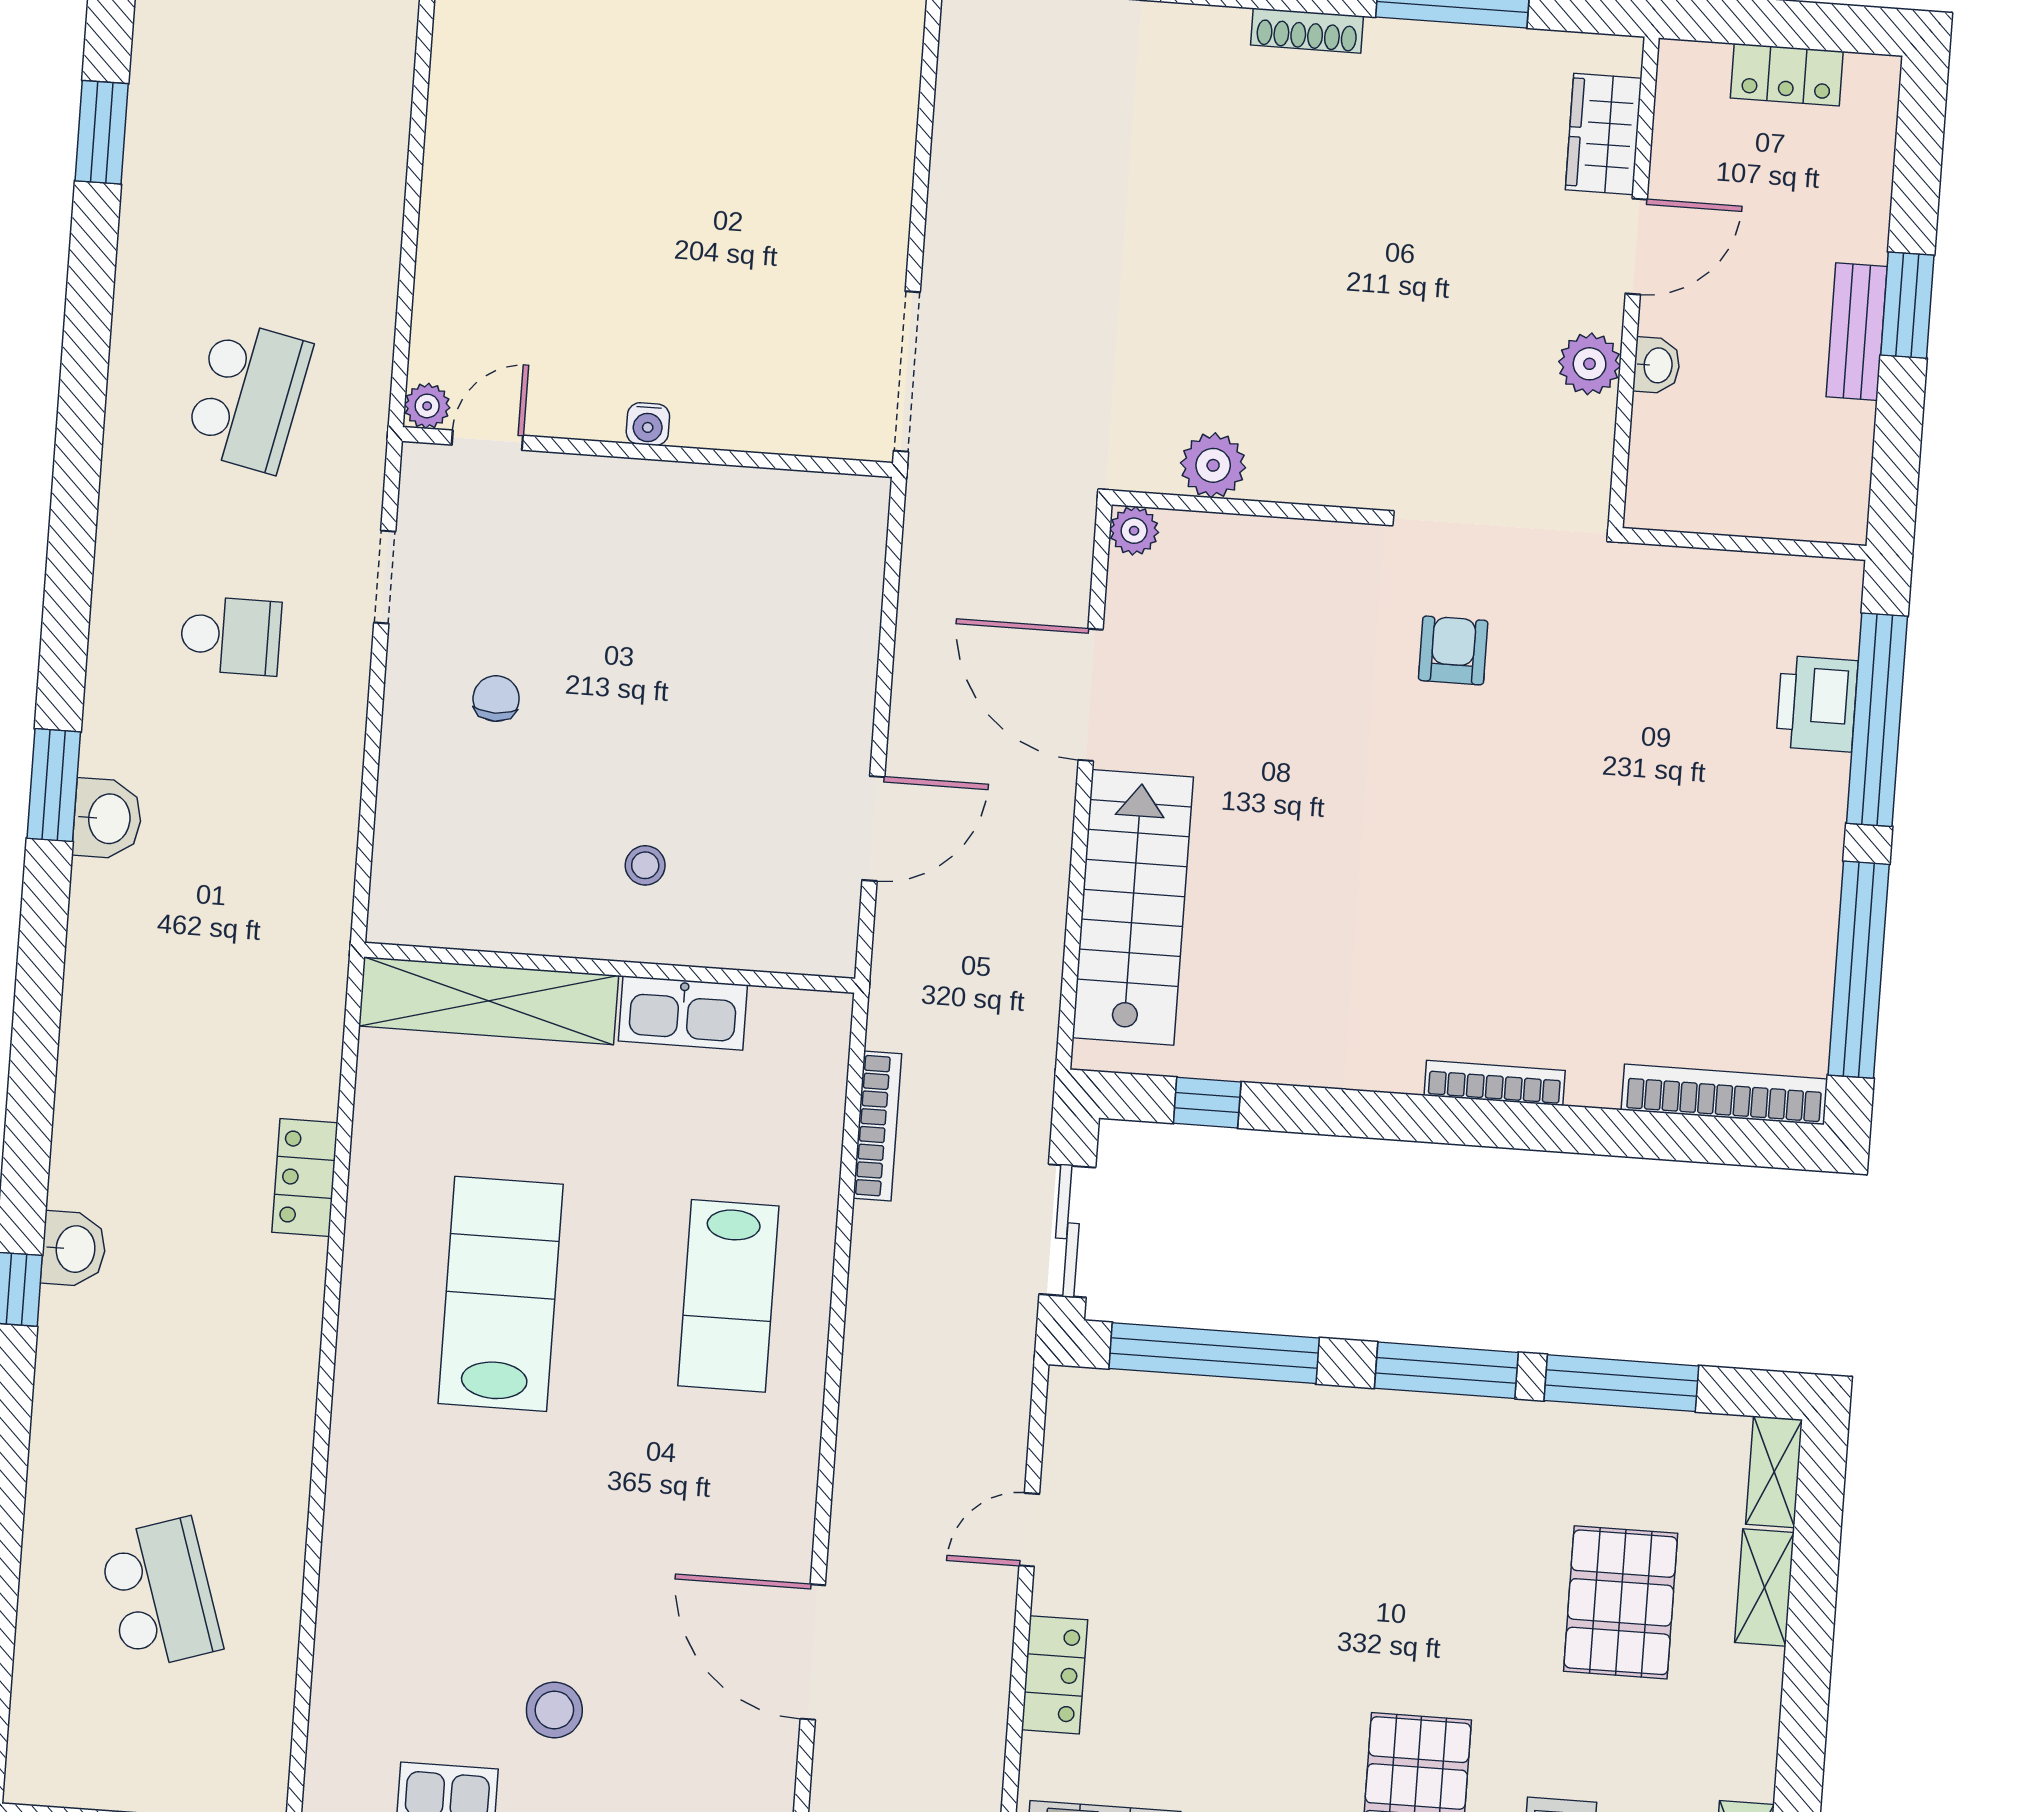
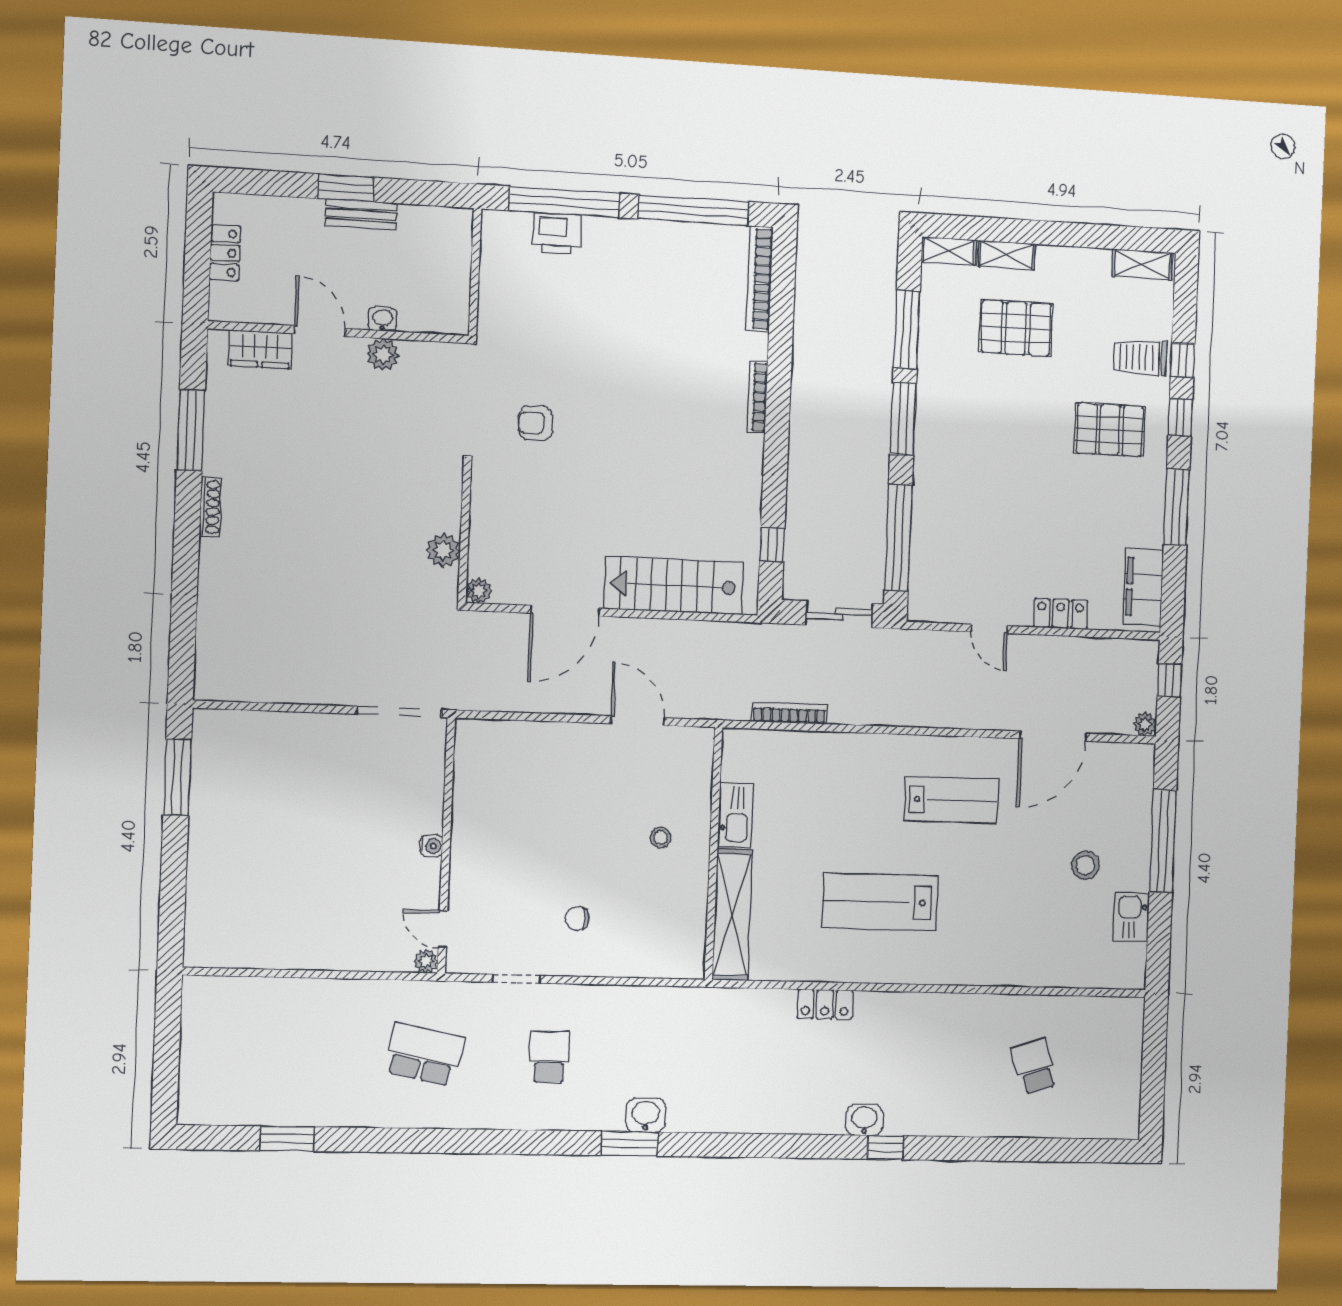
lab bench: (728, 1296) -> (951, 800), moved
school desk: (160, 1594) -> (1034, 1066), width x0.54

